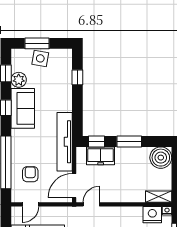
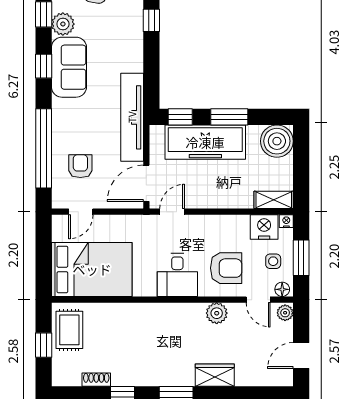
freezer: (101, 156) -> (205, 142), width x1.91, depth x1.26

